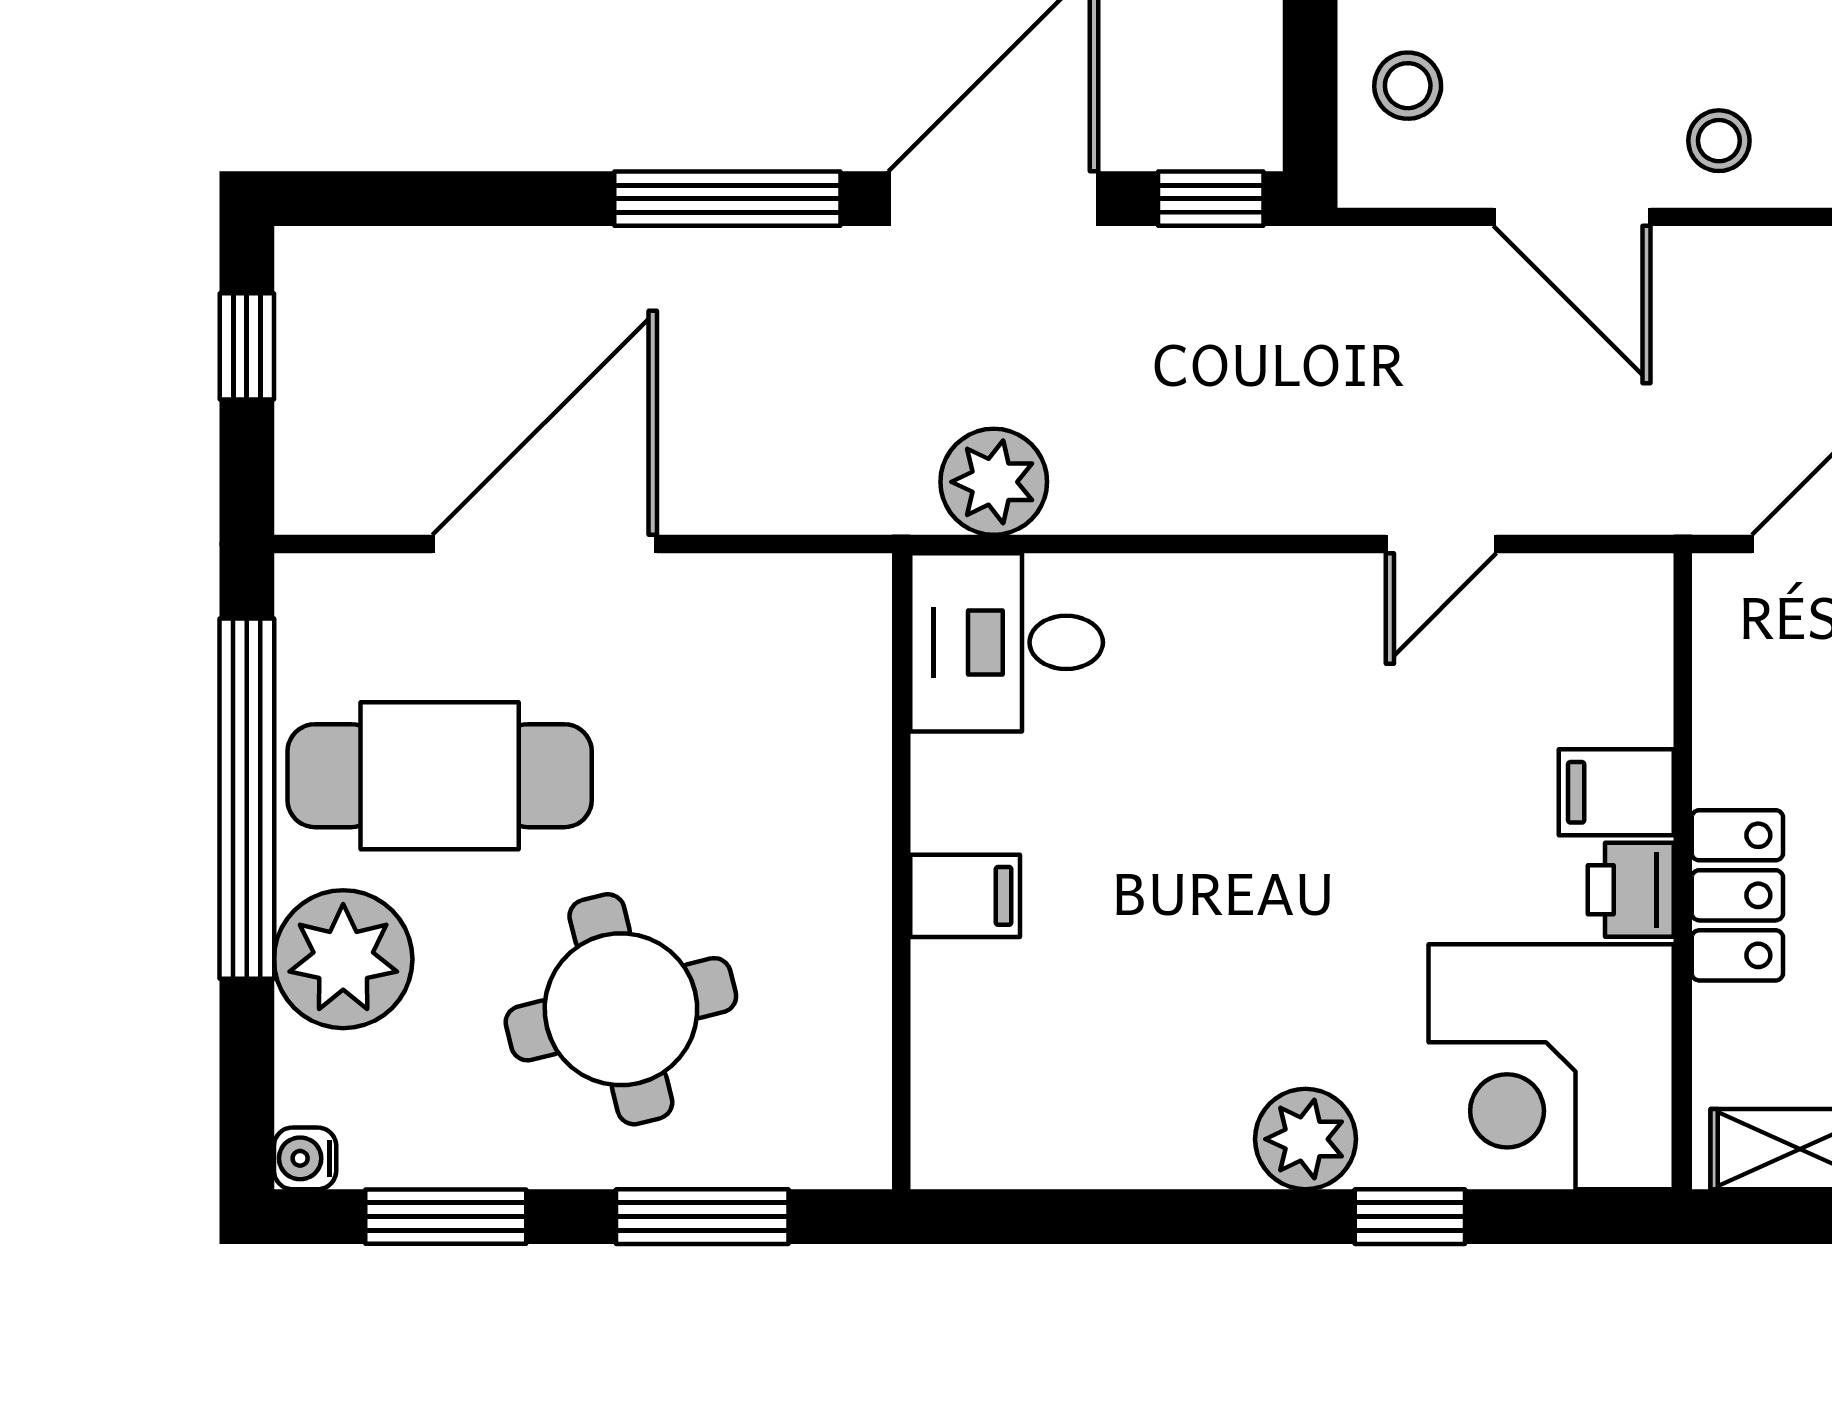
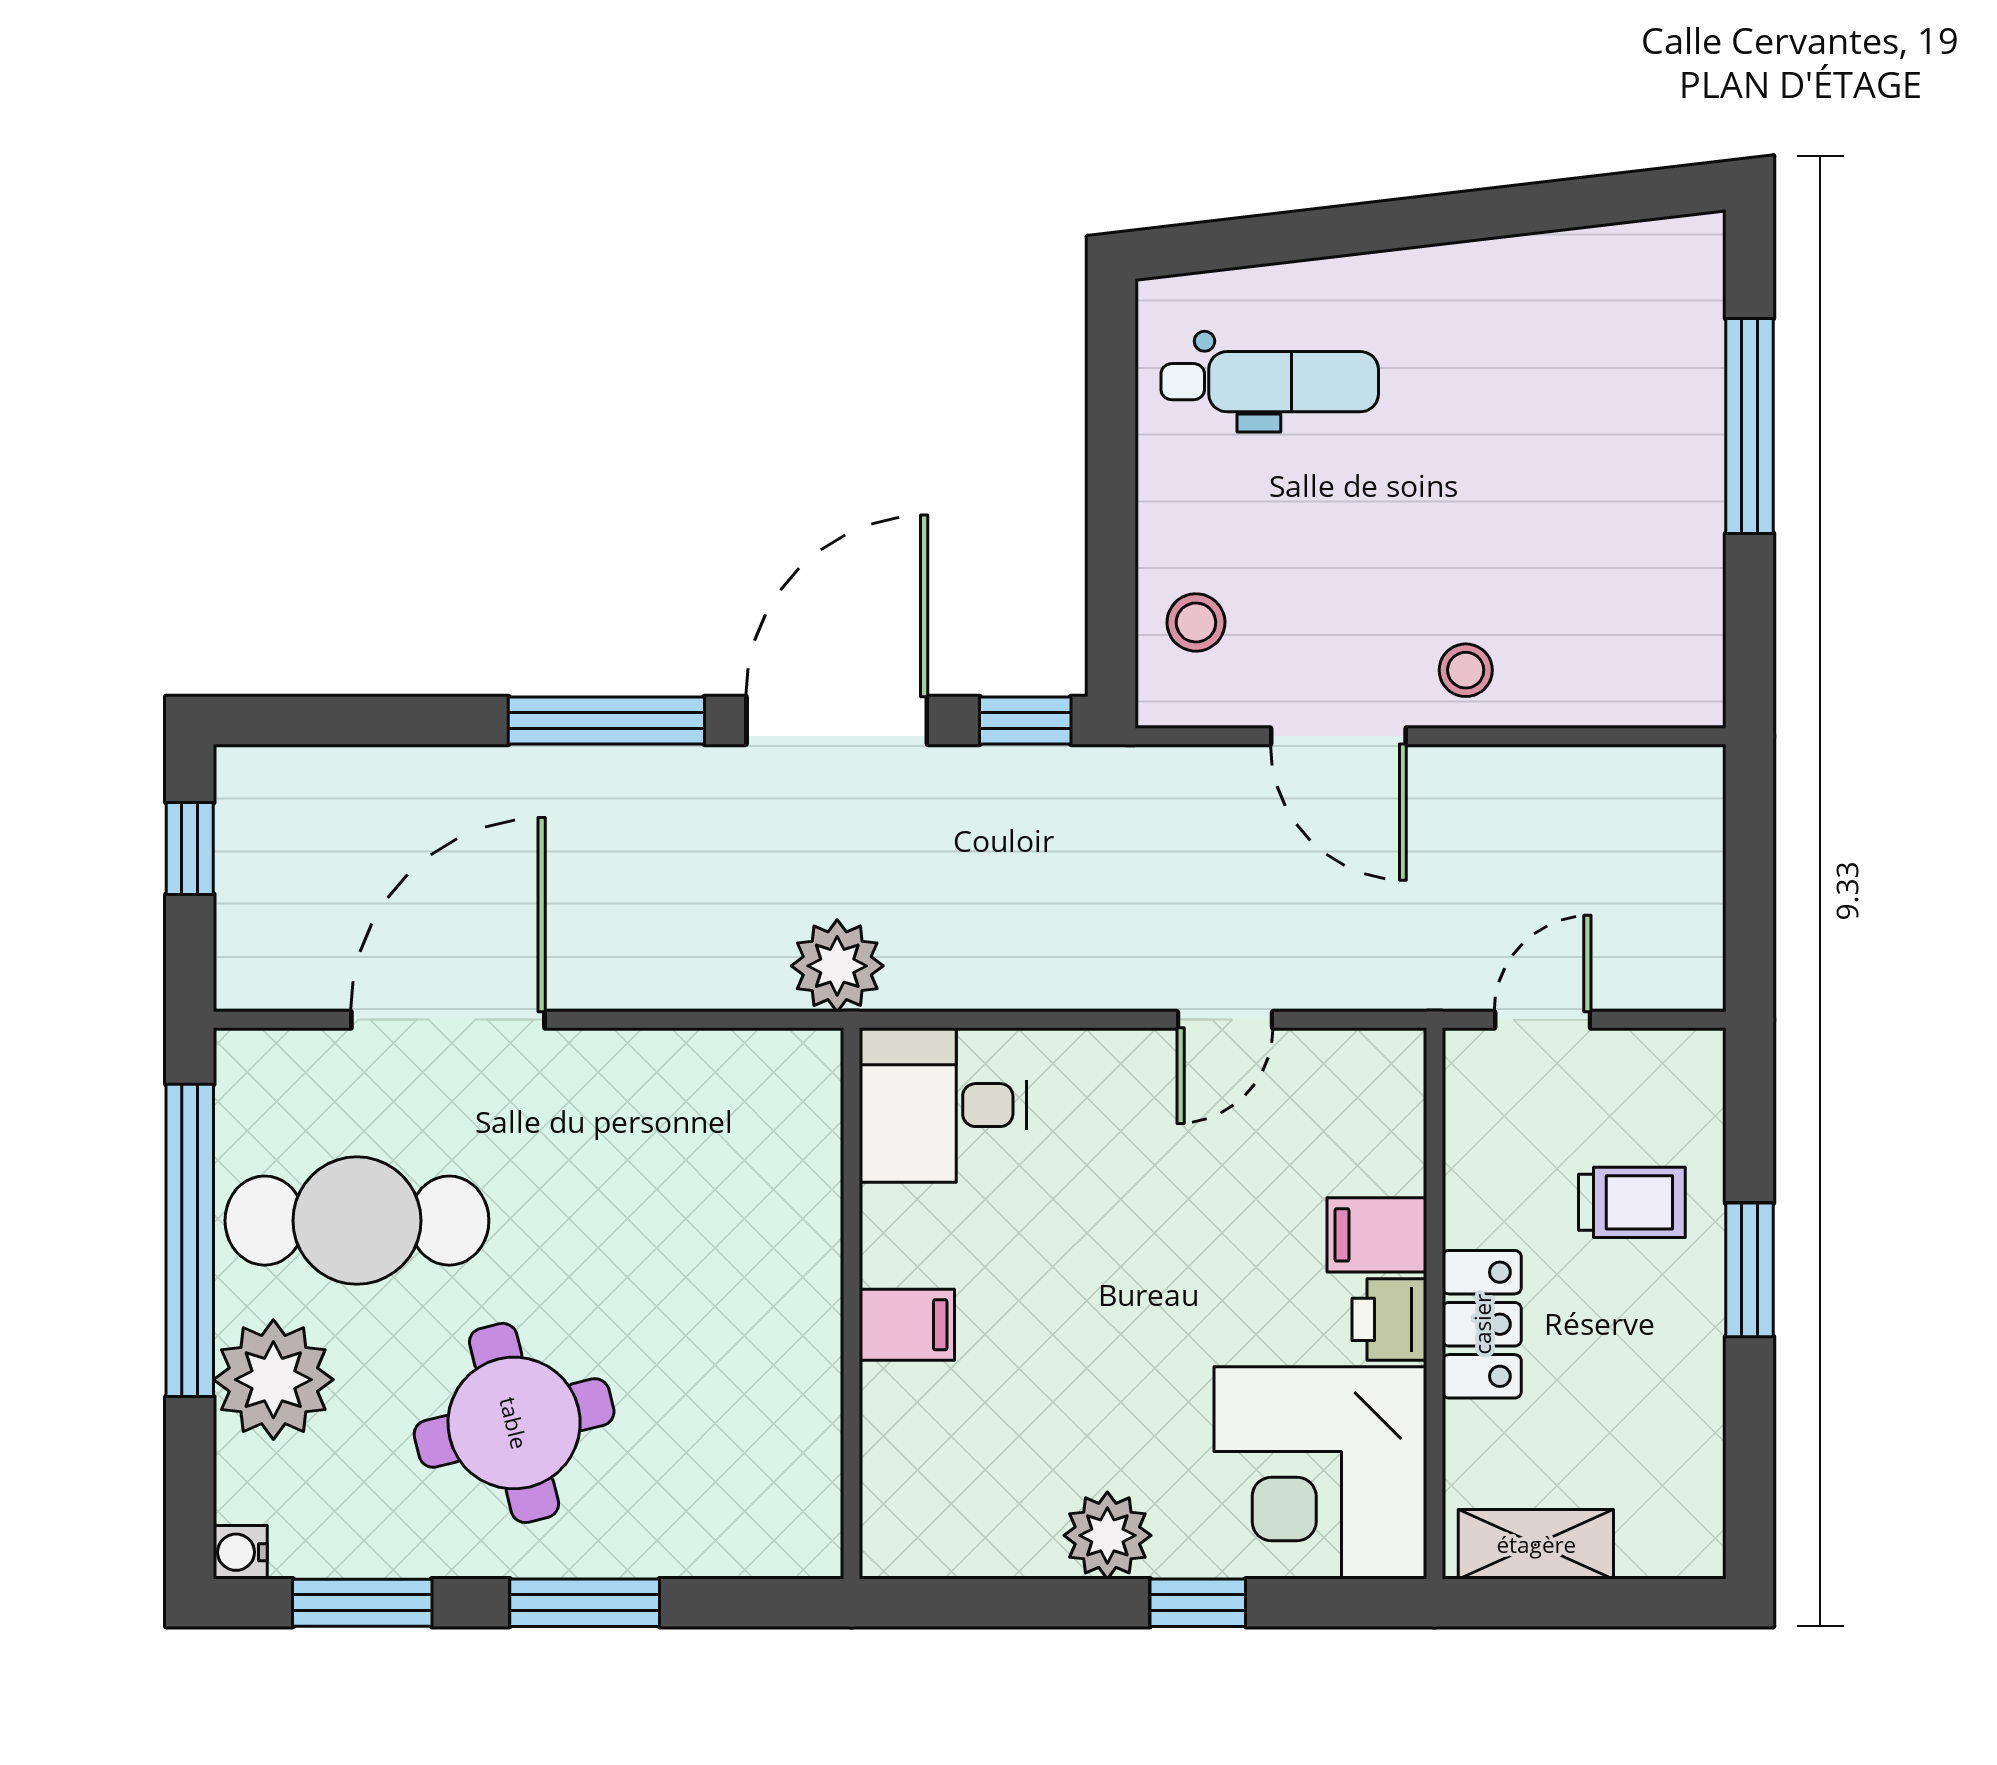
desk: (1007, 642) -> (943, 1105), moved
wall: (901, 871) -> (851, 1303), moved
filing cabinet: (965, 896) -> (907, 1325), moved

